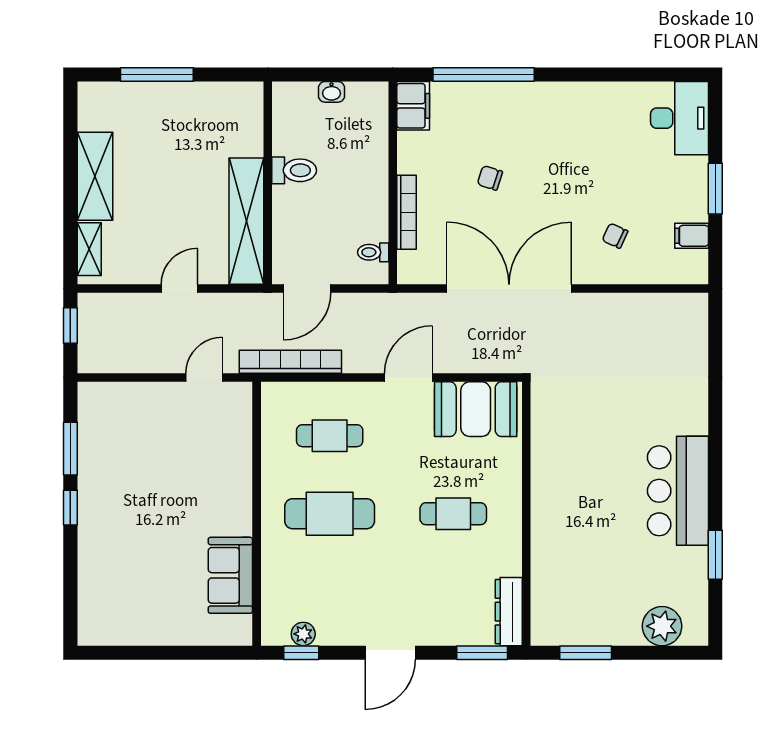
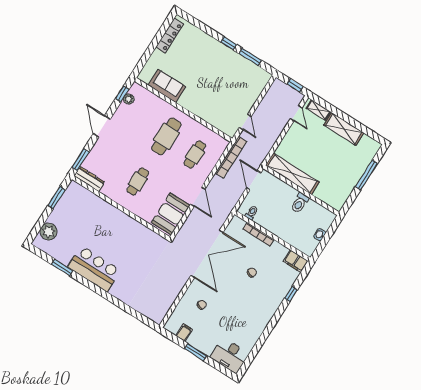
window: (484, 74) -> (291, 294), width x0.32
door: (179, 289) -> (296, 113), moved
locker: (129, 633) -> (170, 36), added

